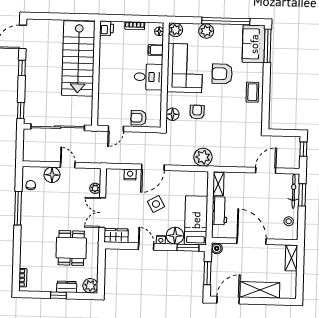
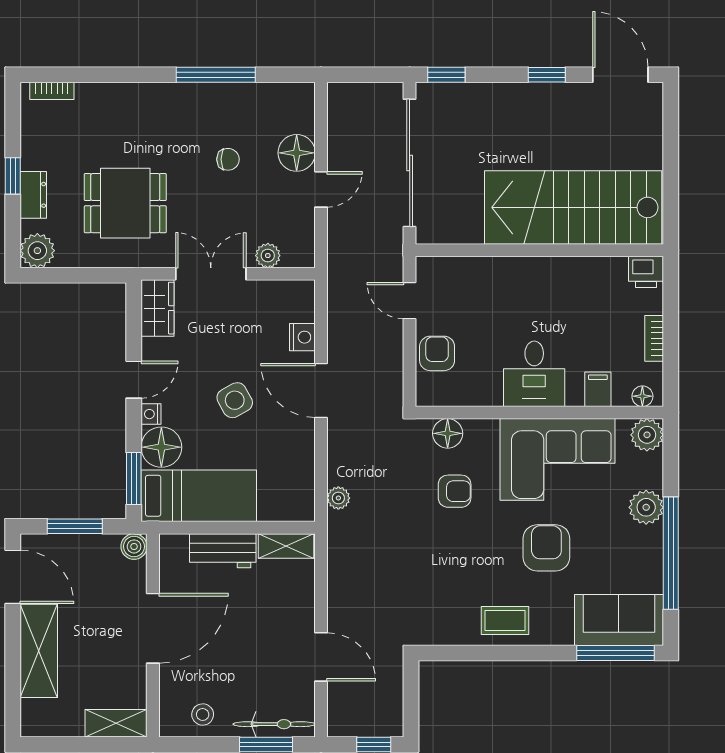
plant: (203, 157) -> (338, 498), width x0.53, depth x0.53
chair: (31, 185) -> (228, 159), moved

